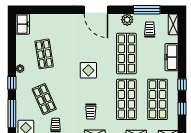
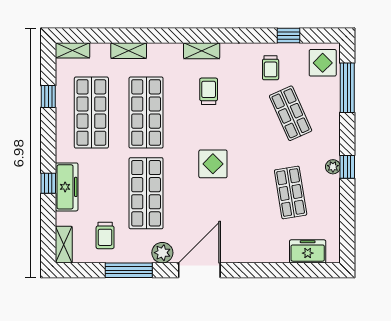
door: (96, 10) -> (199, 270), hinge flipped
window: (147, 10) -> (129, 270), moved
plant: (127, 20) -> (162, 253), moved
freezer: (23, 24) -> (308, 251), moved, turned 90
window: (12, 83) -> (347, 167), moved
window: (182, 85) -> (48, 183), moved

